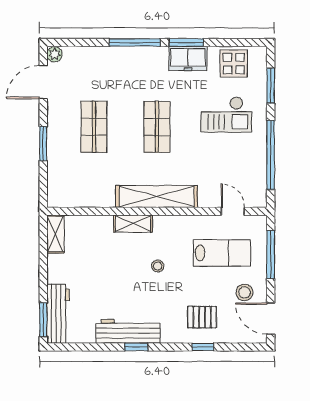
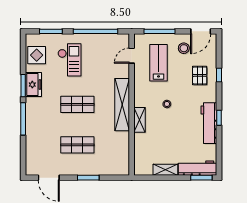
plant: (54, 54) -> (31, 170), removed
shelving: (55, 234) -> (165, 170), moved

